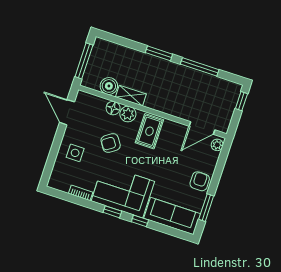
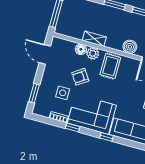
boiler: (109, 86) -> (130, 47), moved
side table: (75, 153) -> (63, 93), moved
window: (51, 161) -> (34, 93), added
window: (112, 212) -> (73, 127), moved

